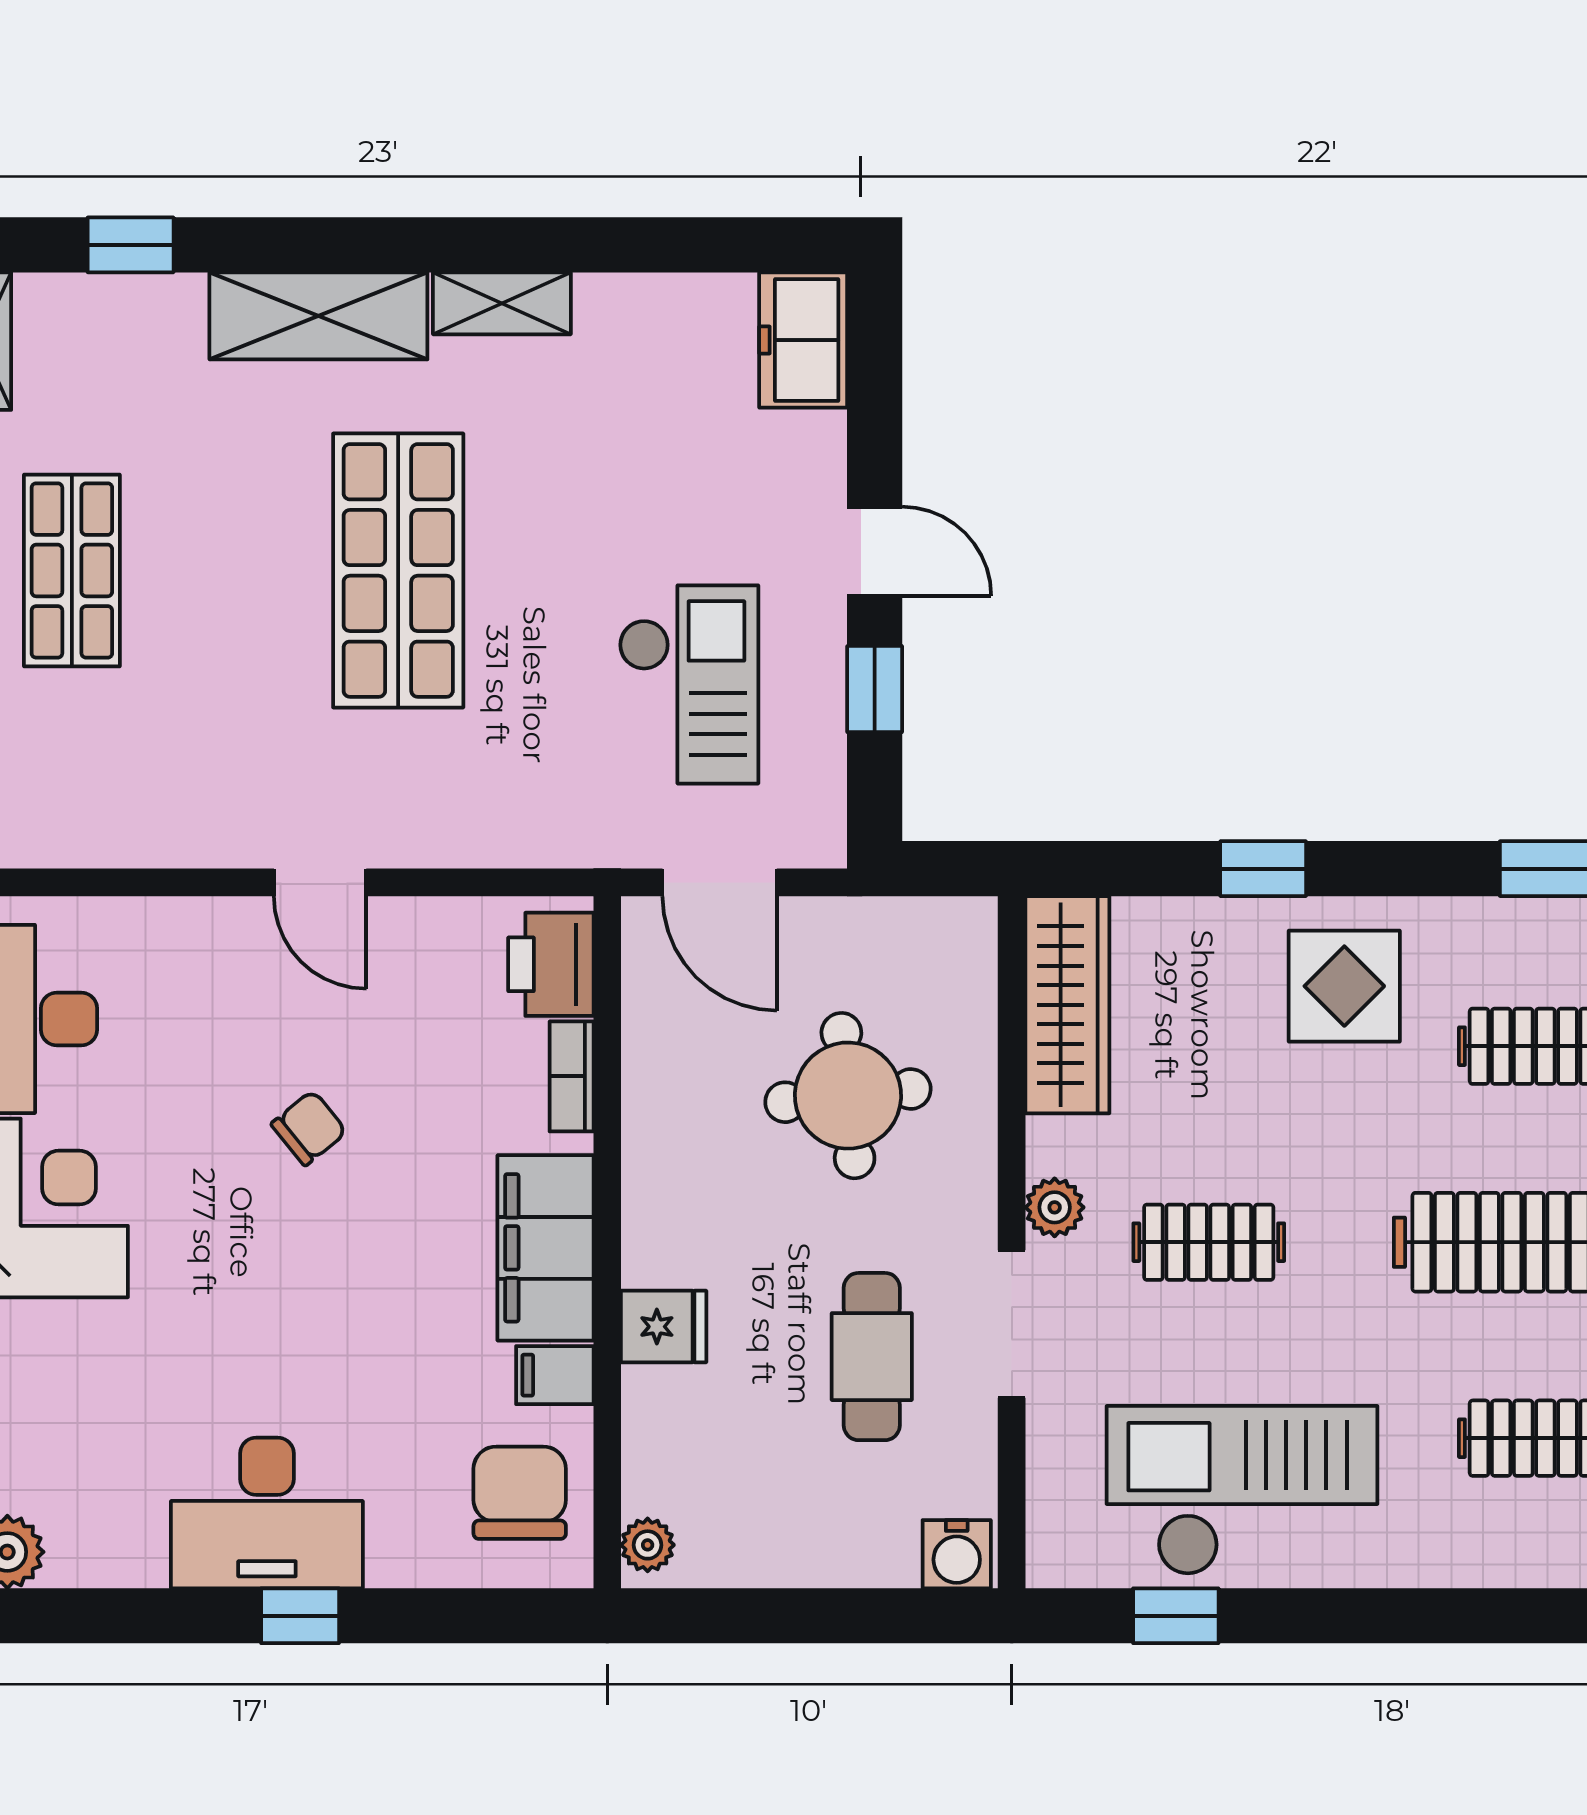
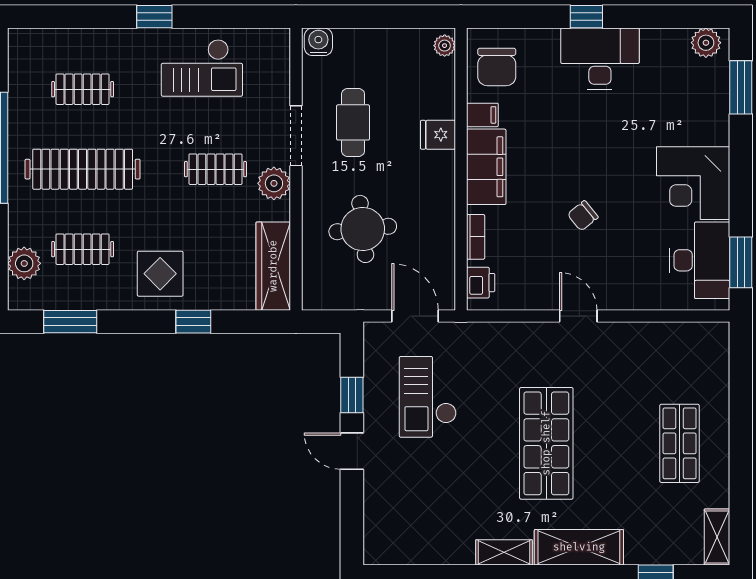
freezer: (803, 340) -> (381, 537), removed
printer: (551, 964) -> (481, 283), width x0.73, depth x0.81
plant: (1055, 1207) -> (274, 183), width x1.38, depth x1.38
checkout: (1242, 1490) -> (202, 68), width x0.73, depth x0.83
window: (1176, 1616) -> (154, 17), moved

